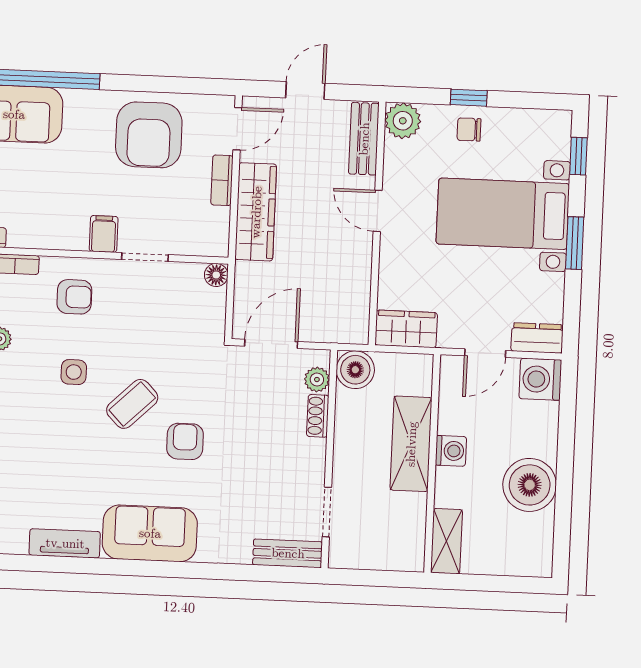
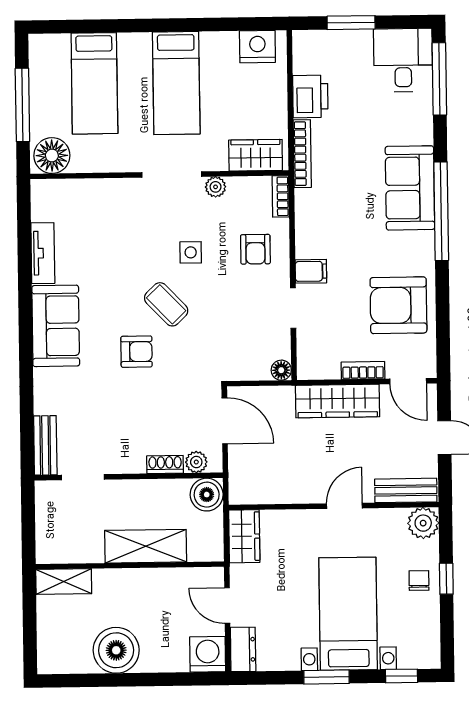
washing machine: (451, 451) -> (142, 581), removed

